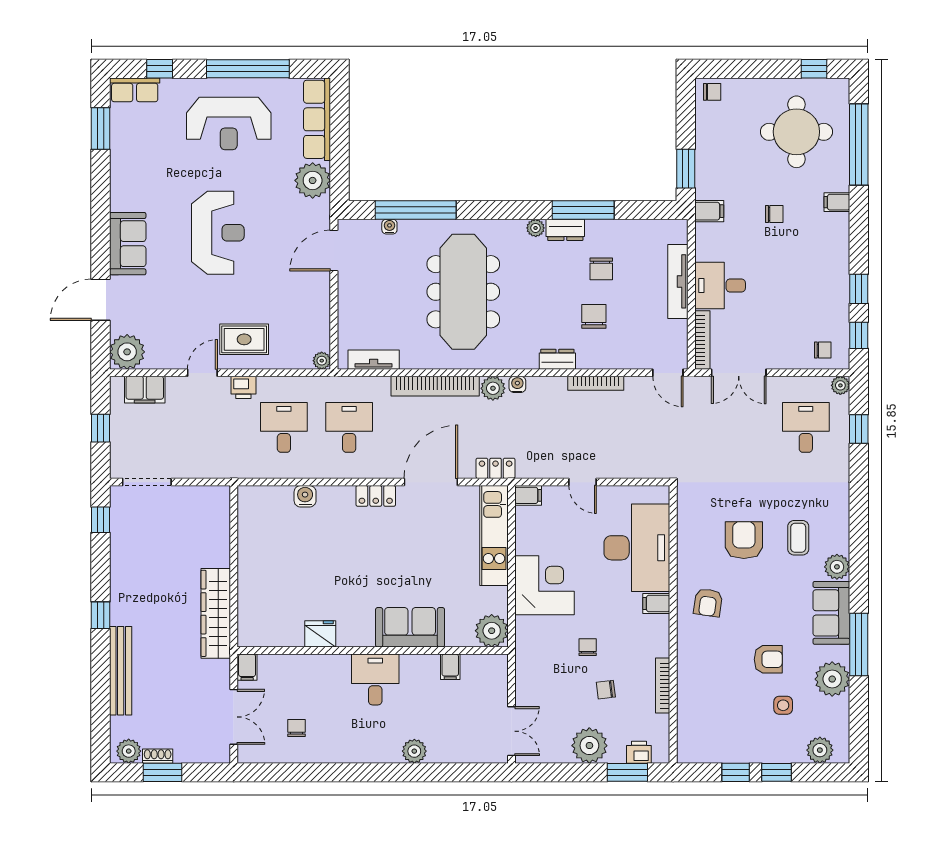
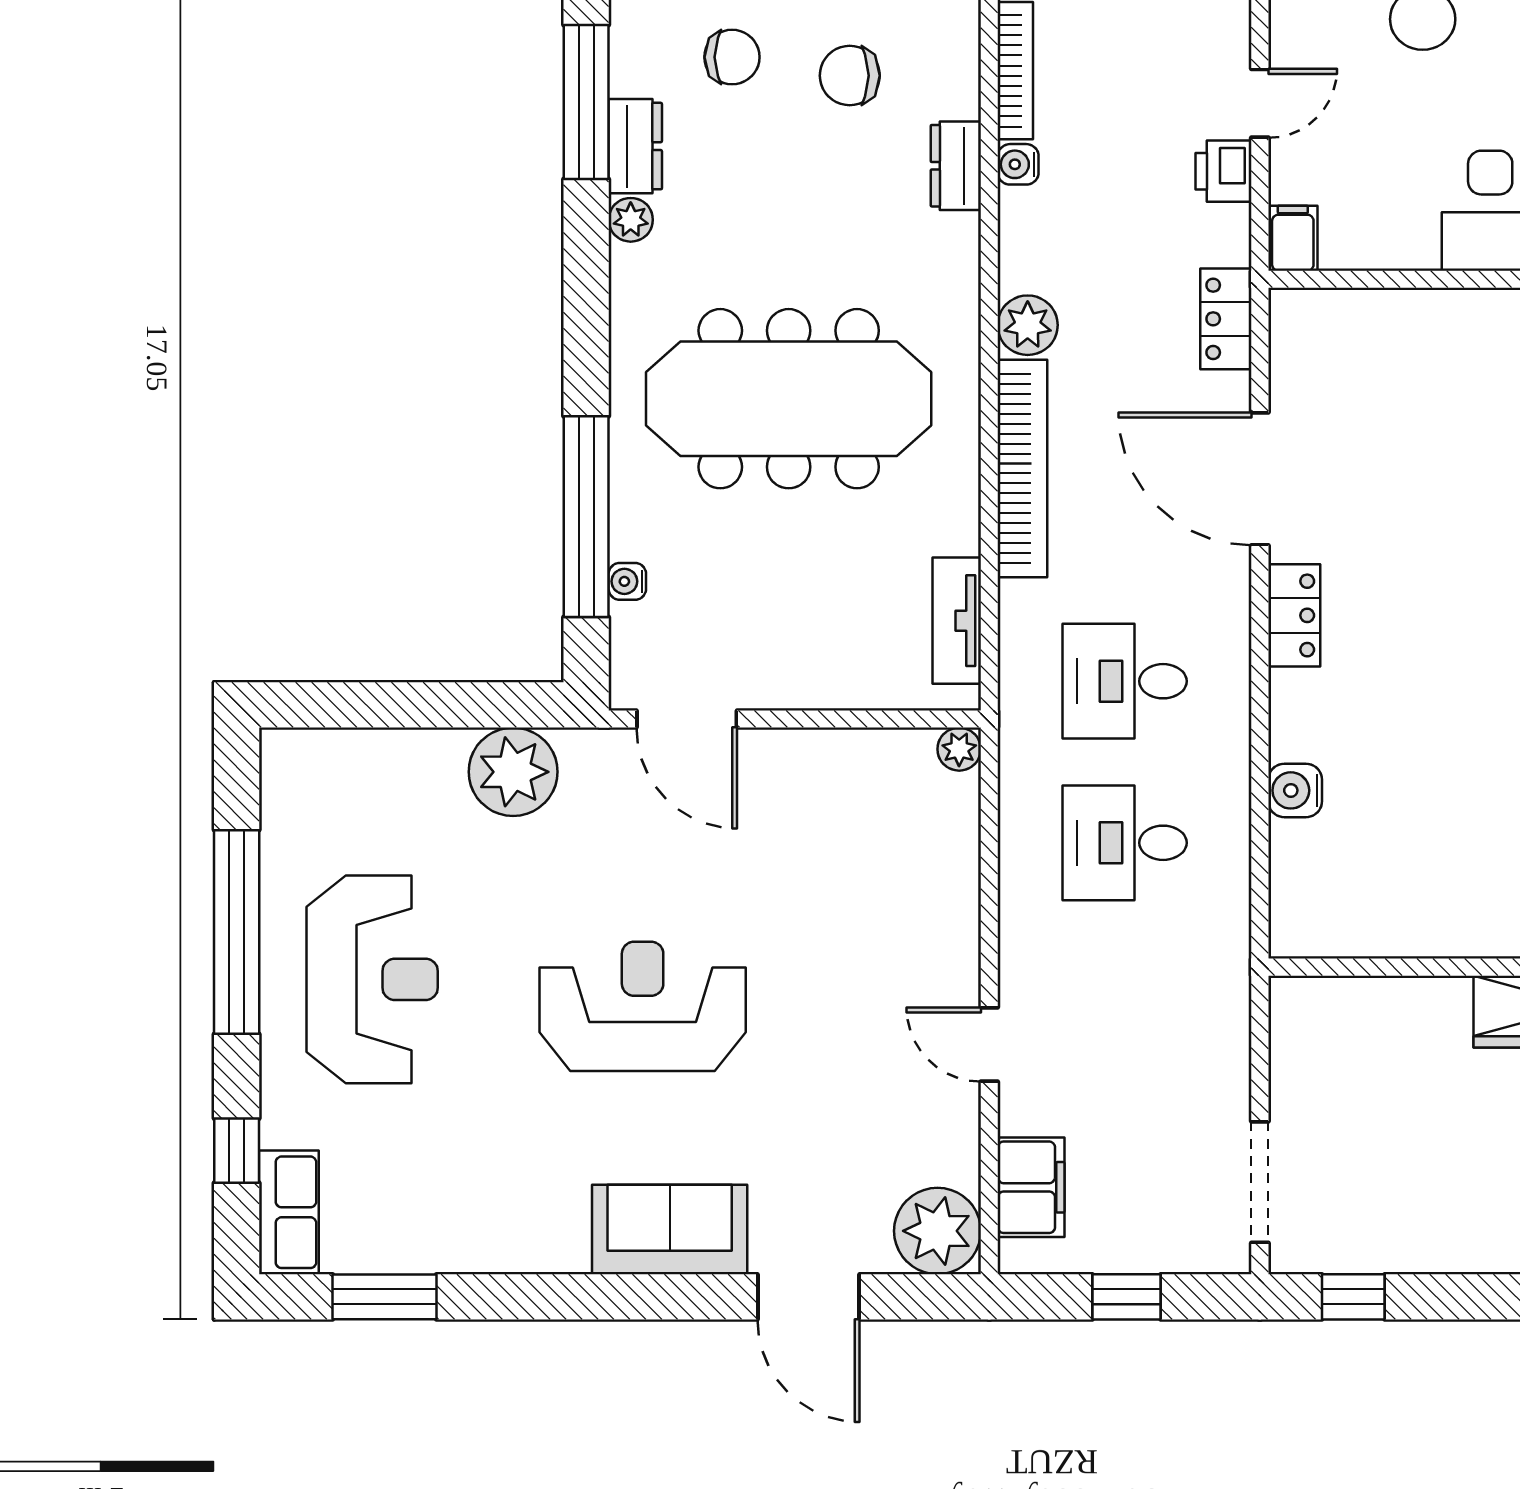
row of seats: (317, 119) -> (362, 761), removed
rug: (244, 339) -> (906, 941), removed
water cooler: (517, 384) -> (1018, 164), moved
printer: (243, 387) -> (1224, 171), moved, turned 180
kitchen unit: (494, 535) -> (1392, 323), removed

